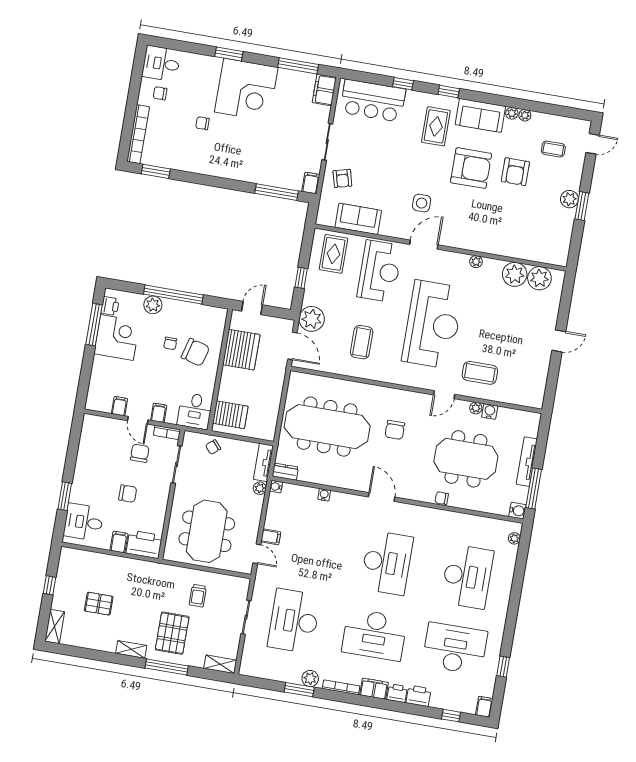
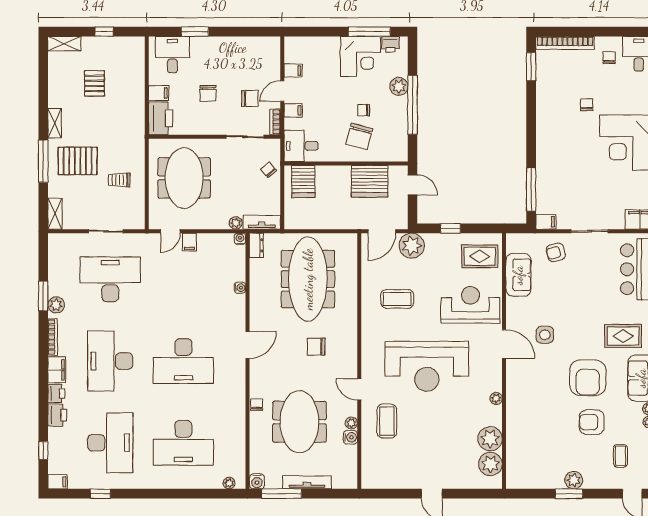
reception desk: (380, 271) -> (470, 305), turned 180
meeting table: (207, 531) -> (184, 178), turned 90

